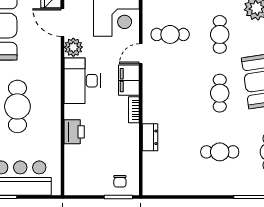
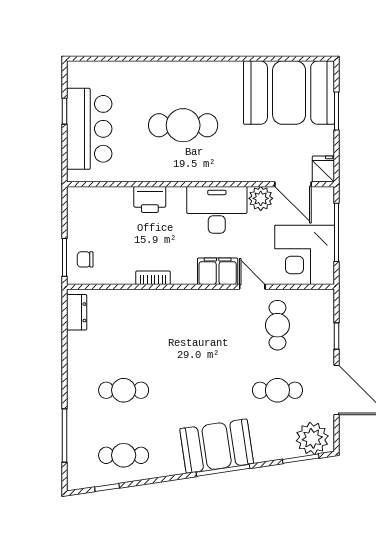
door: (62, 23) -> (293, 184), swing flipped
cafe table: (220, 93) -> (201, 390), removed
bookcase: (134, 110) -> (153, 278), moved
dresser: (150, 137) -> (77, 312), moved, turned -90
cafe table: (220, 152) -> (124, 390), turned 90

